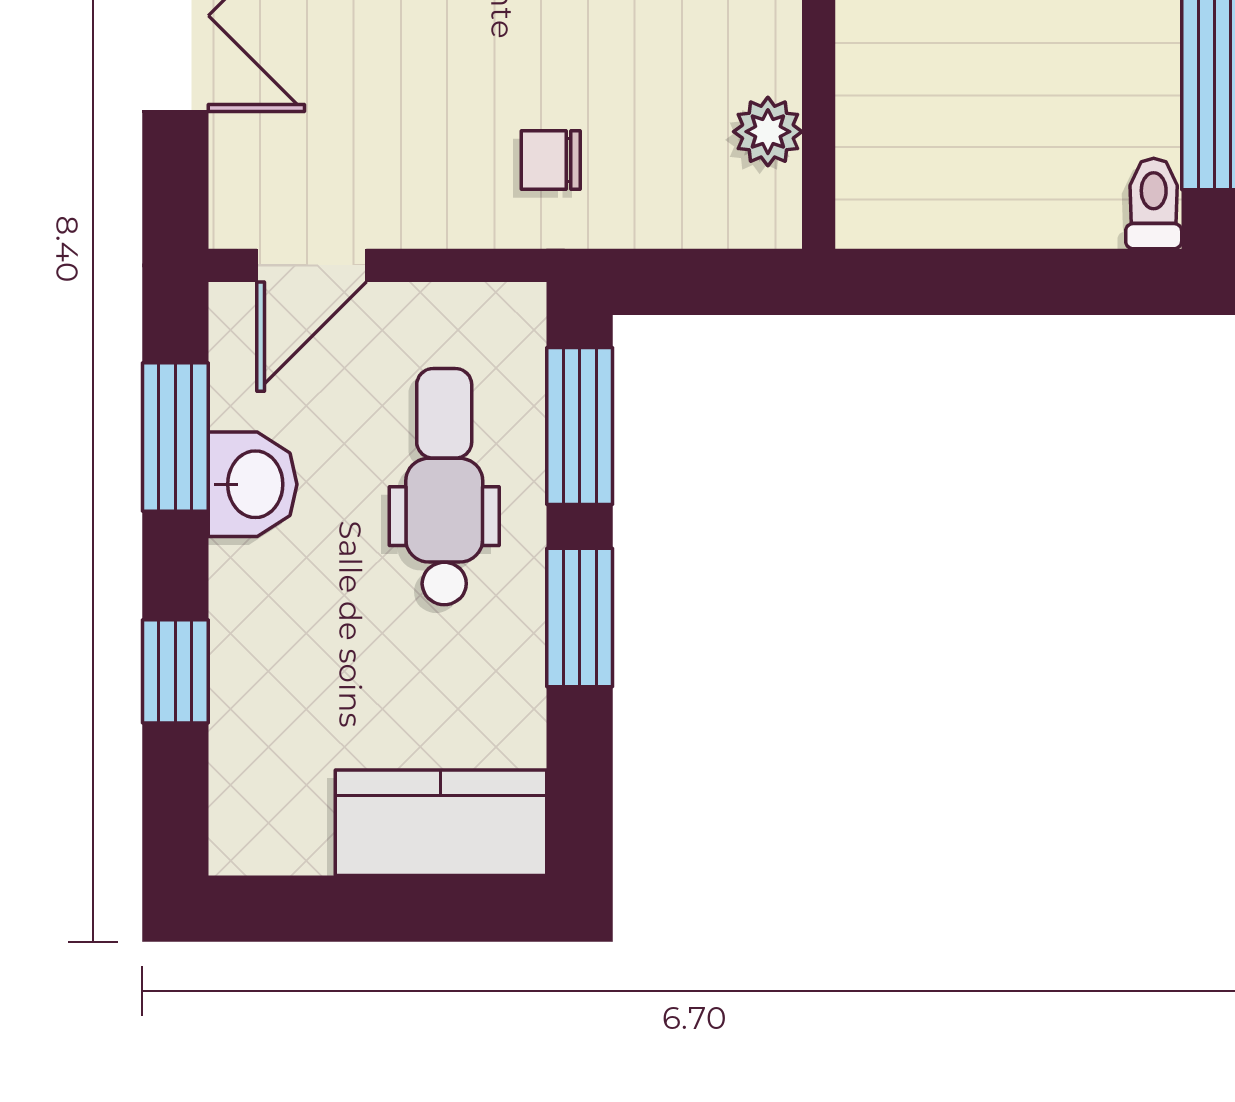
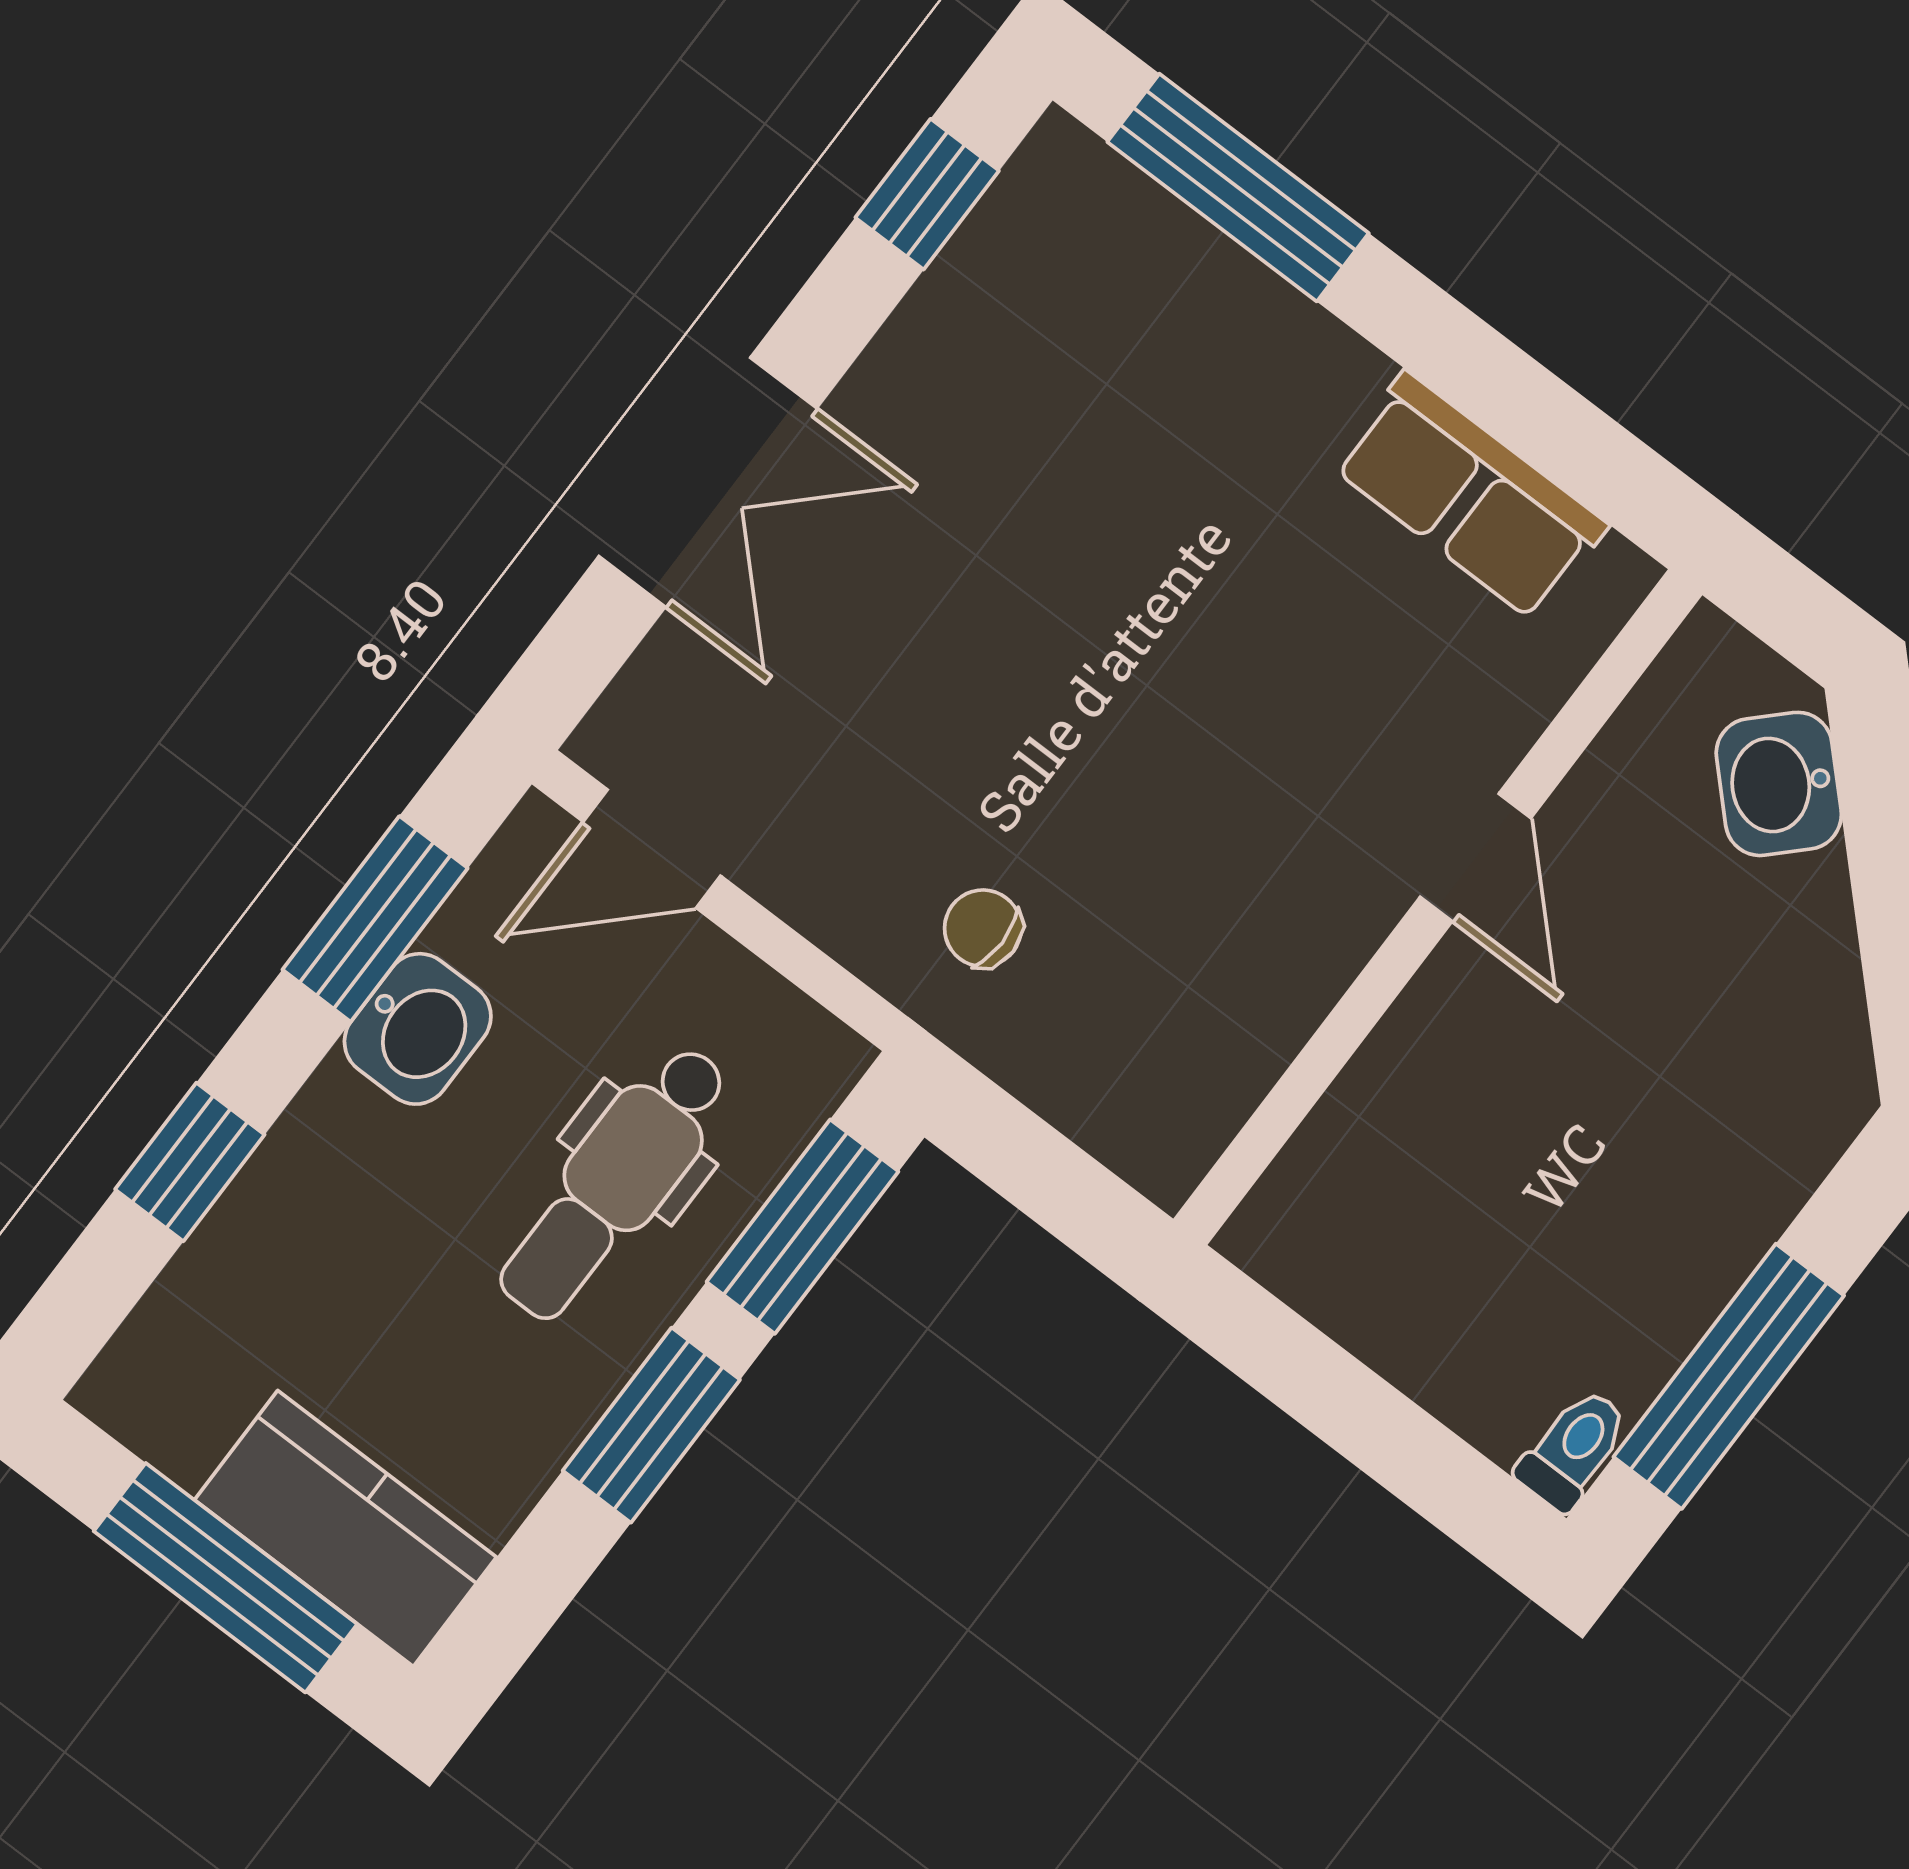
plant: (768, 132) -> (1230, 1070), removed
dental chair: (444, 487) -> (614, 1183), turned 180
window: (391, 909) -> (226, 1578), added

